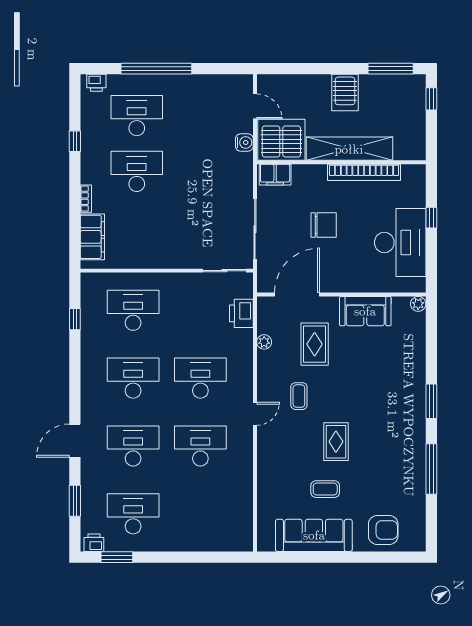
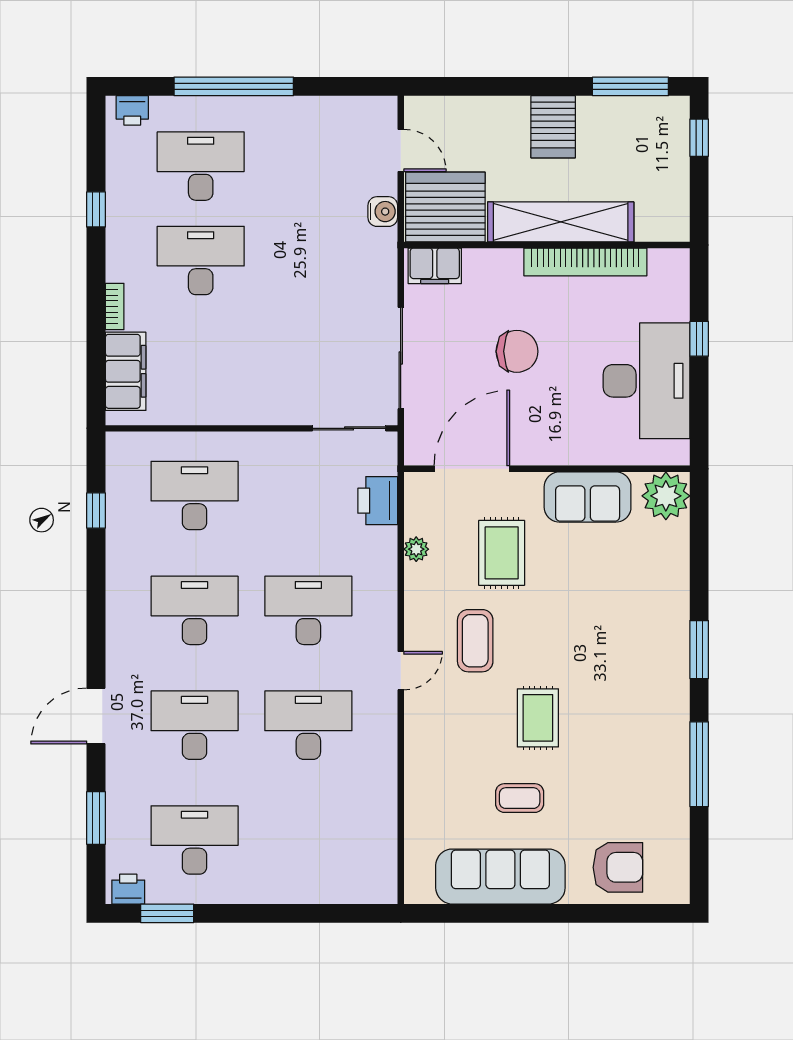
plant: (418, 304) -> (666, 496), width x1.88, depth x1.88
coffee table: (299, 396) -> (475, 641), width x1.36, depth x1.30

